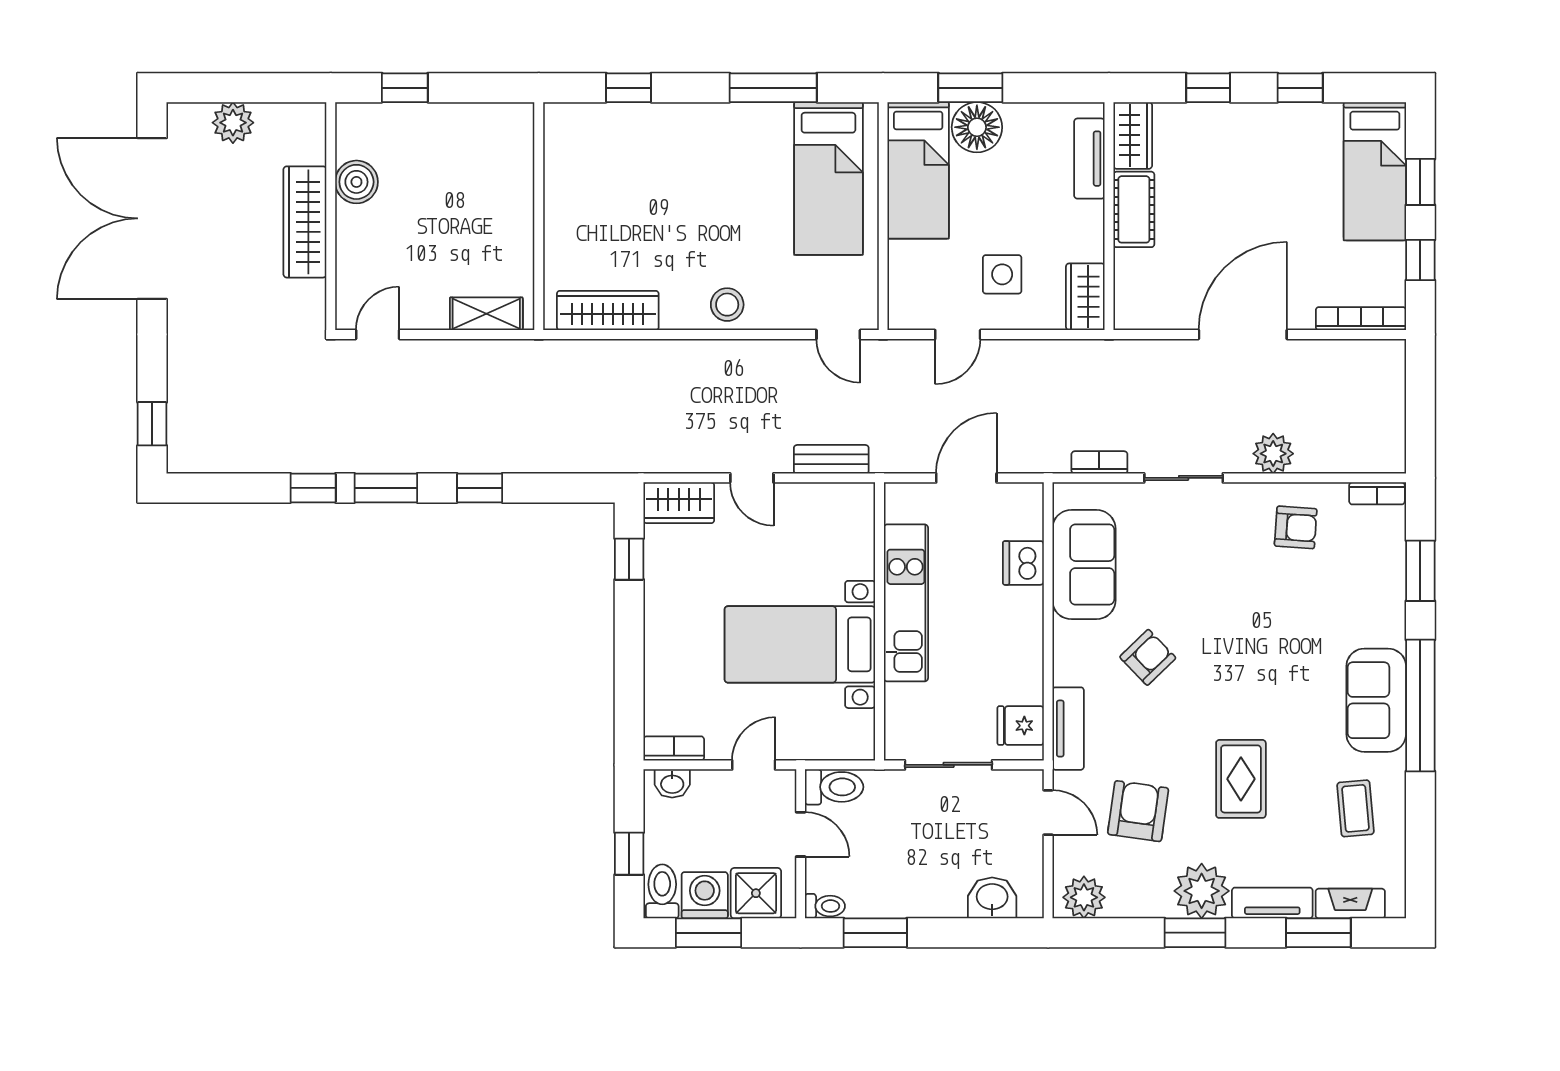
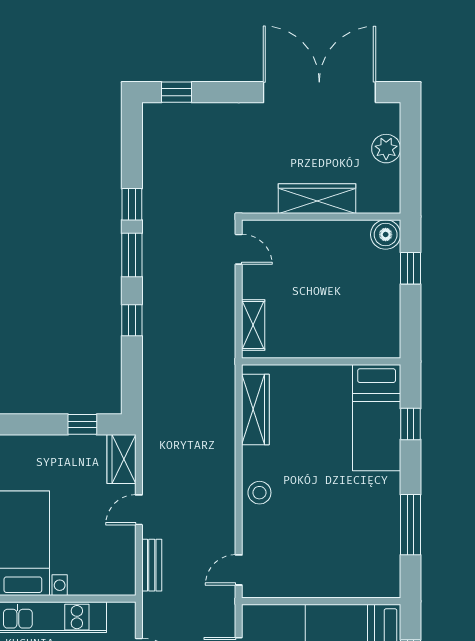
bed: (828, 178) -> (377, 418), moved, turned -90
boiler: (356, 182) -> (386, 235), moved

